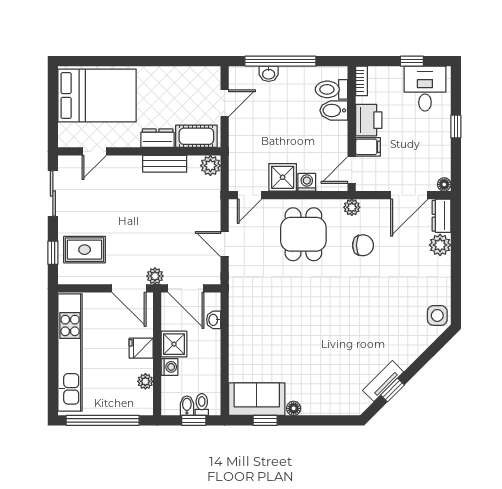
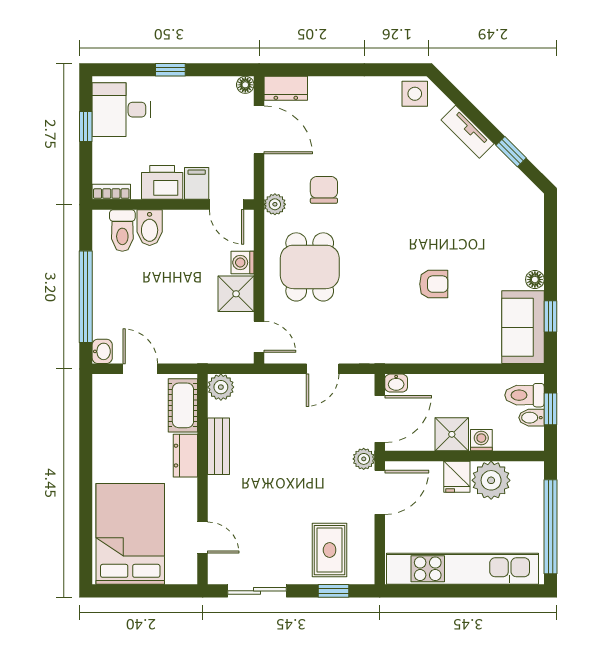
washbasin: (269, 74) -> (102, 351), moved
dining table: (303, 234) -> (310, 267), turned 90
plant: (440, 245) -> (324, 90), removed
washbasin: (214, 320) -> (396, 383), moved
armchair: (290, 330) -> (434, 284), added
plant: (145, 381) -> (491, 480), width x1.88, depth x1.88
tv unit: (383, 381) -> (467, 132), moved
toilet: (202, 405) -> (524, 395), width x1.37, depth x1.39

